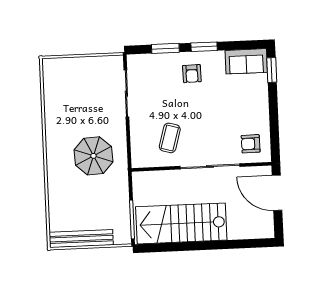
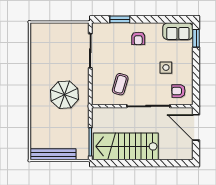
window: (204, 47) -> (148, 19), removed
side table: (232, 112) -> (166, 68), added

